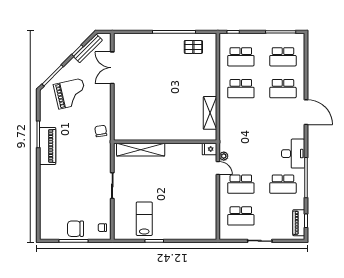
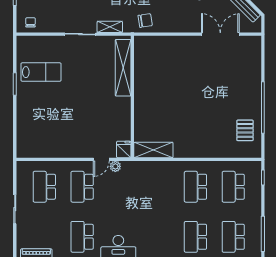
shelving: (210, 113) -> (153, 150), moved
shelving: (106, 161) -> (110, 27), added

